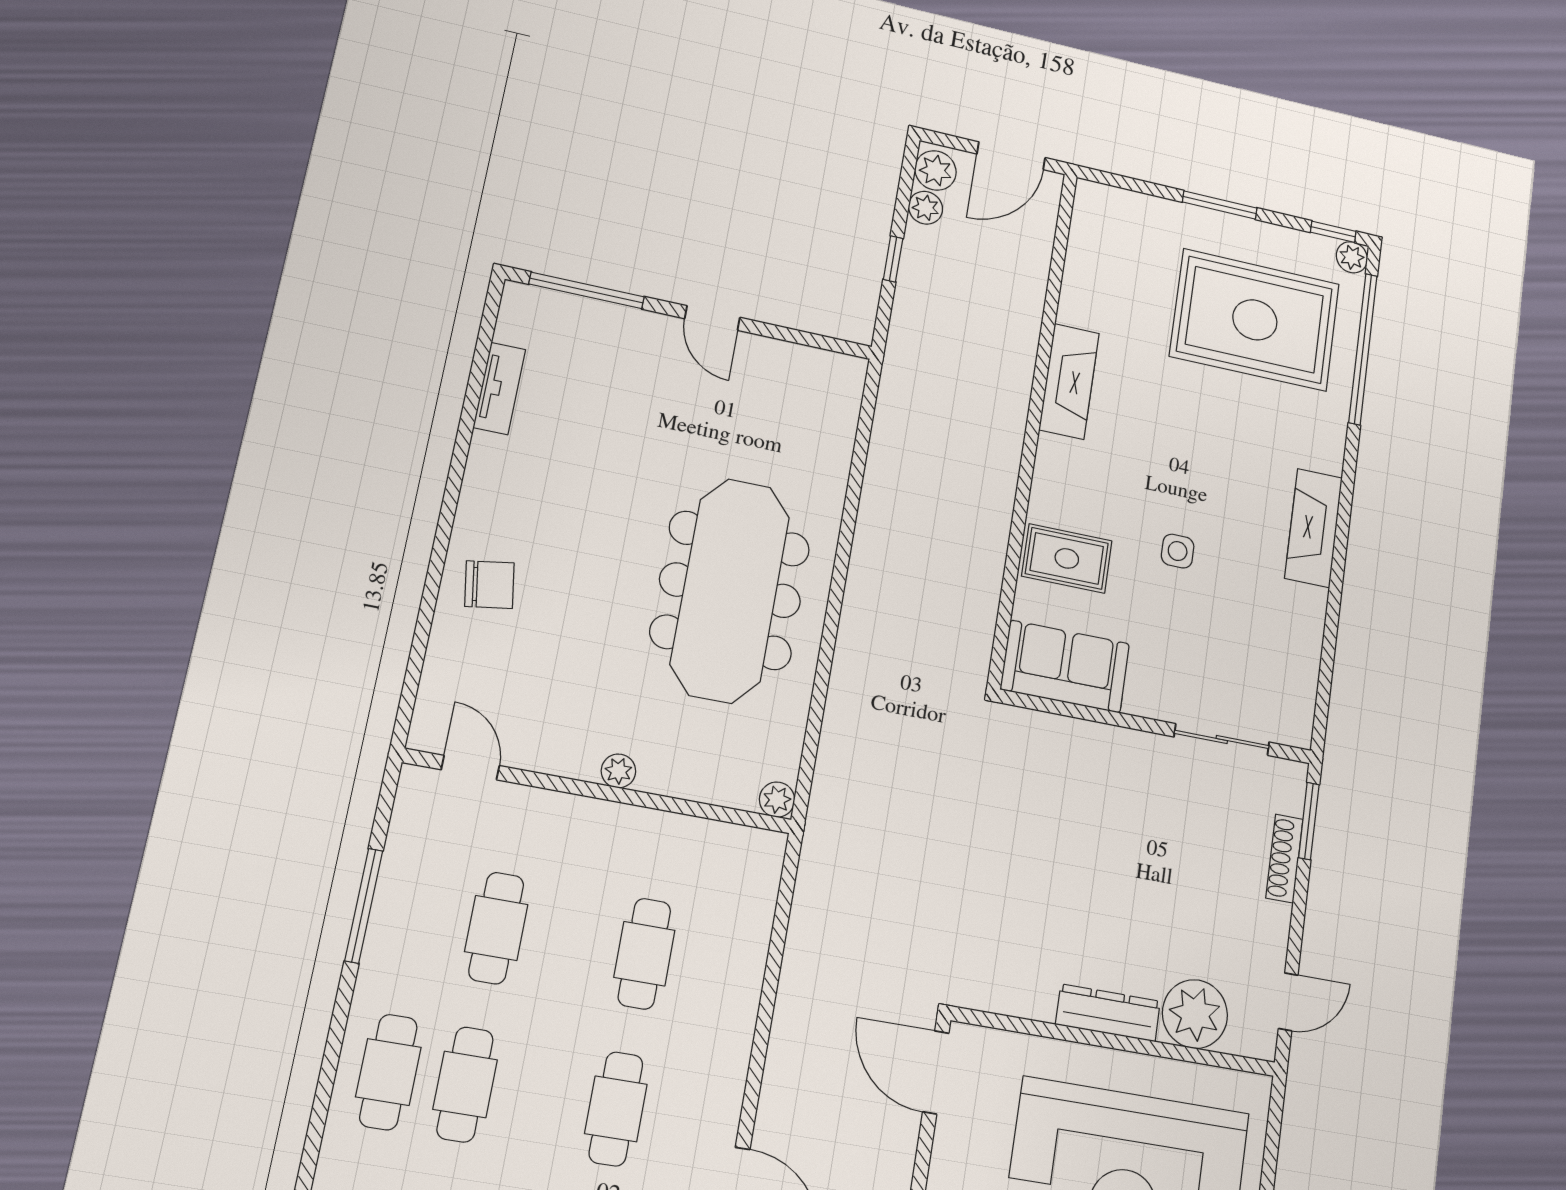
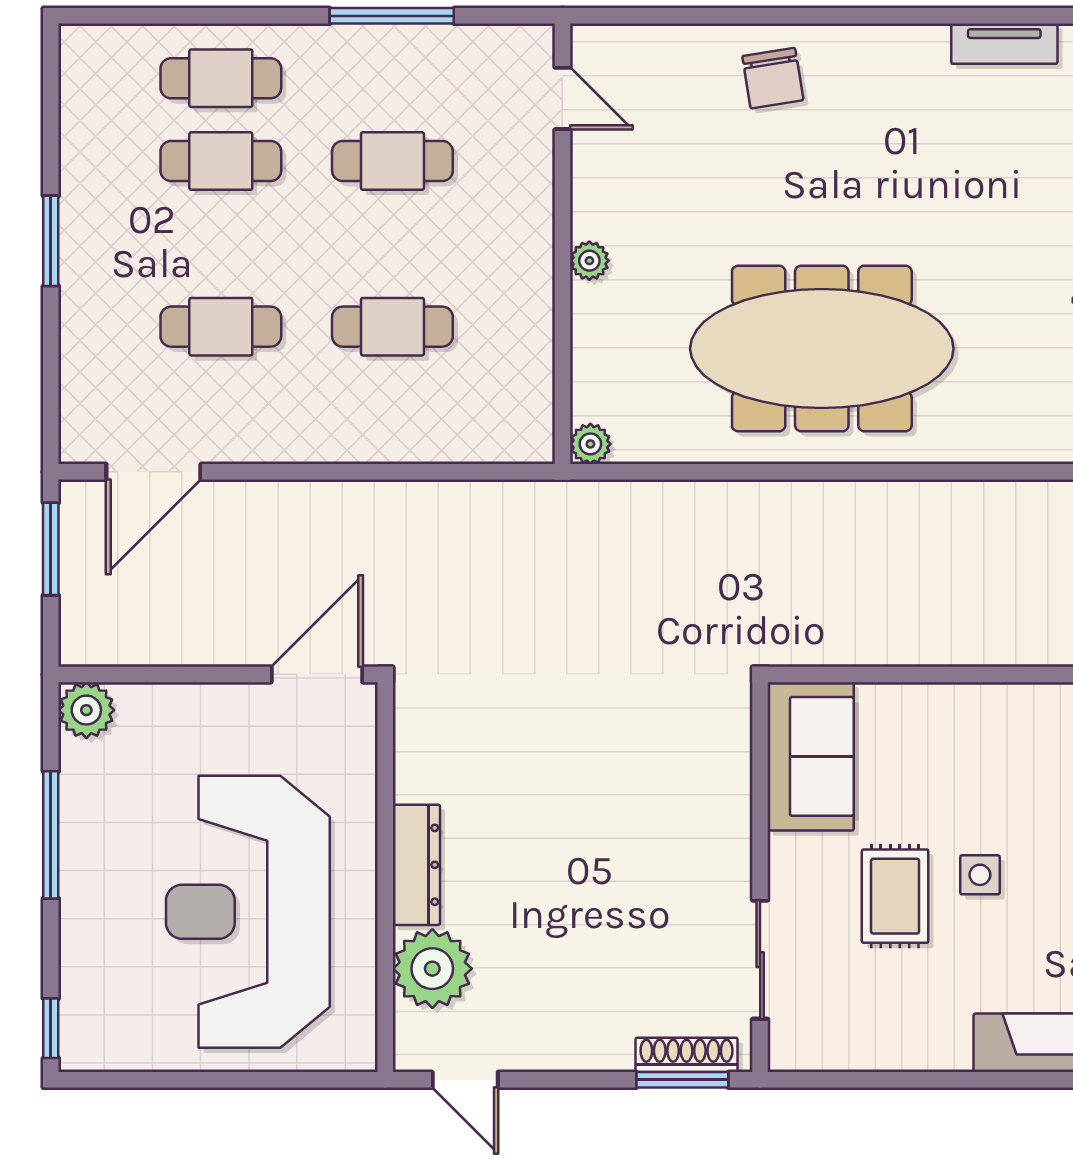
rug: (1067, 558) -> (895, 896), moved
door: (470, 768) -> (562, 98), hinge flipped
shoe rack: (1284, 859) -> (686, 1055), moved

